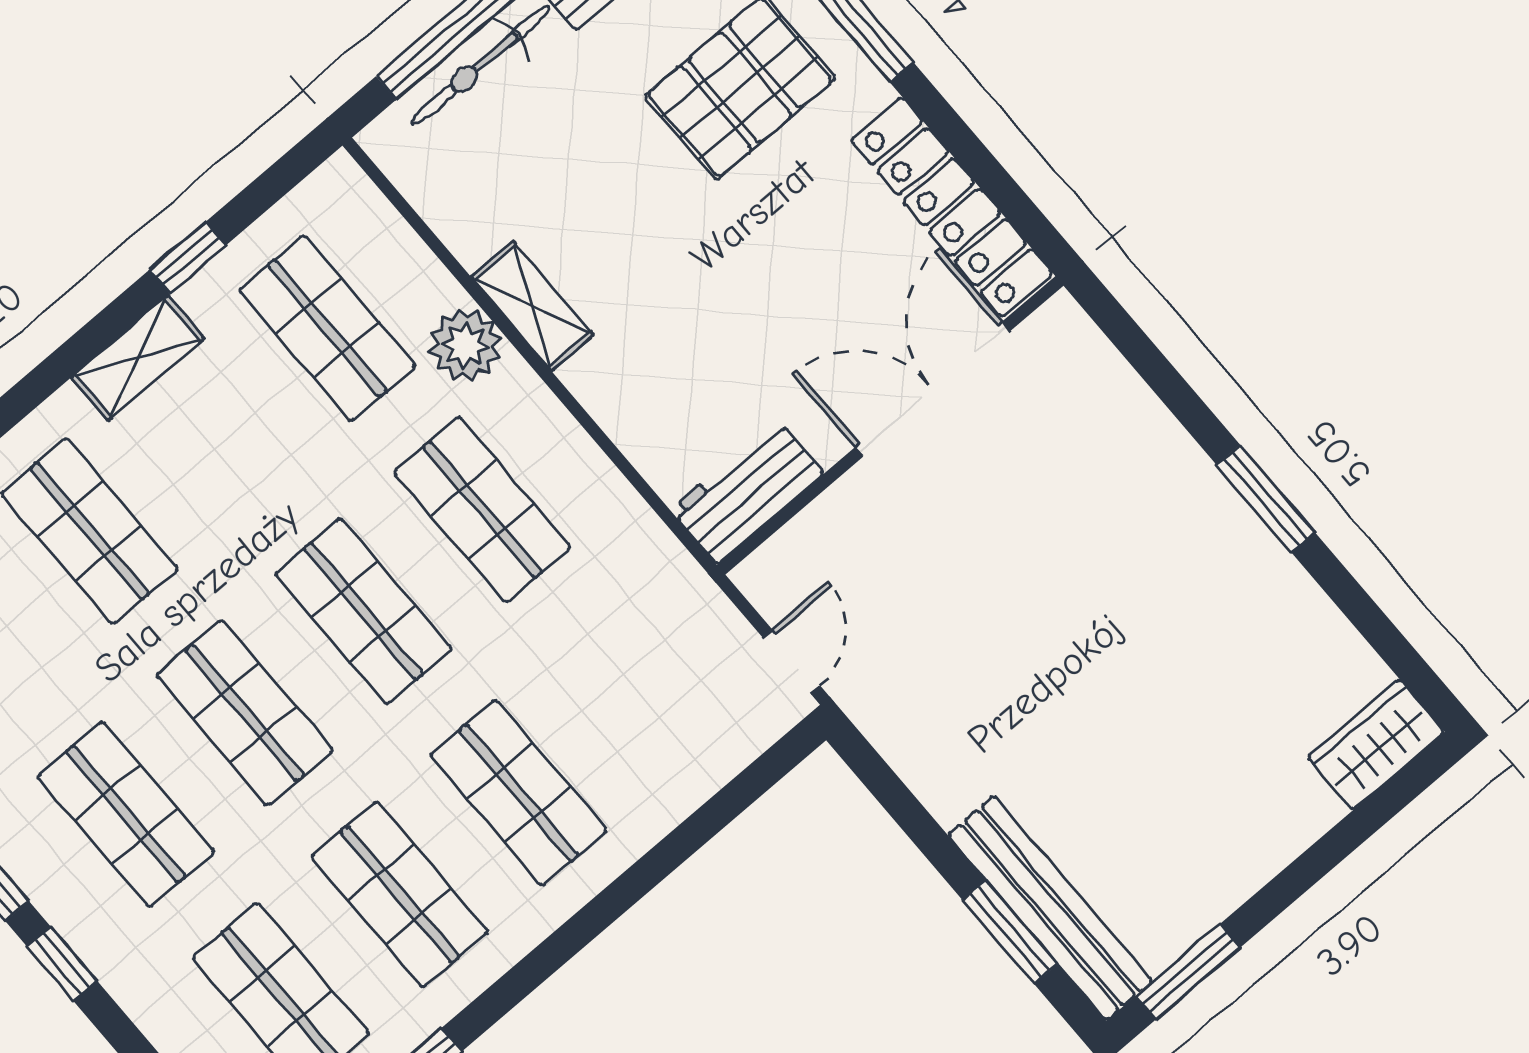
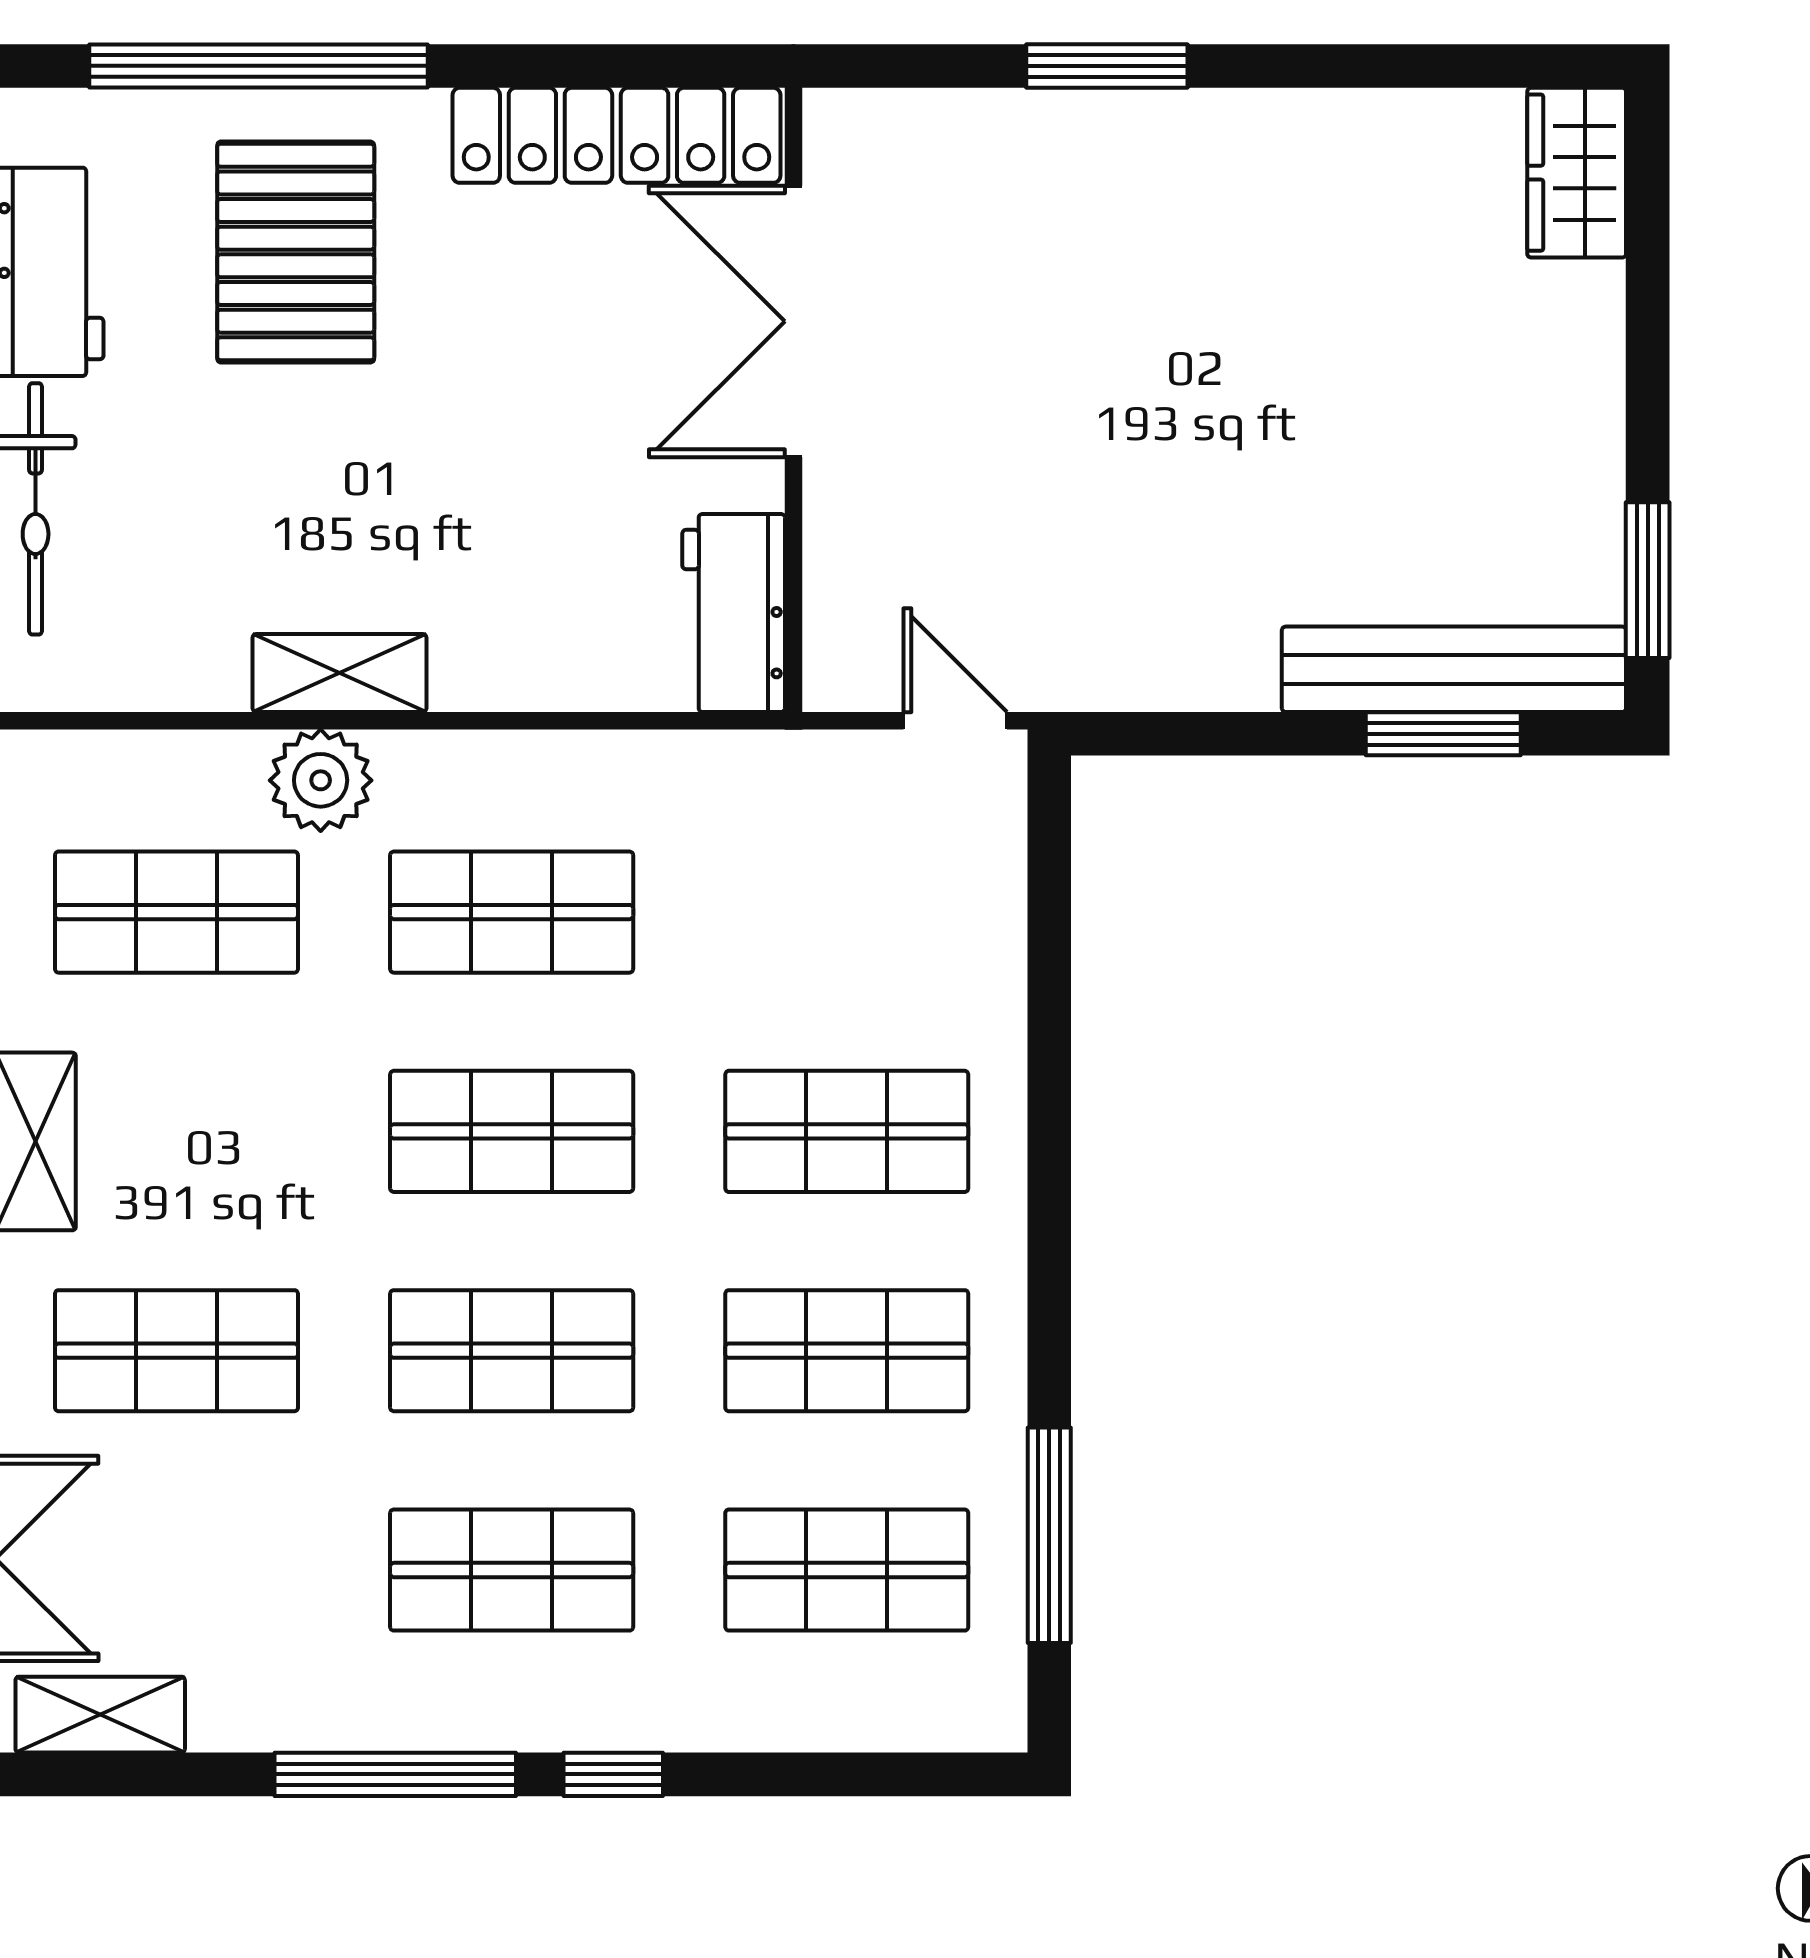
window: (1266, 499) -> (1107, 66), moved

